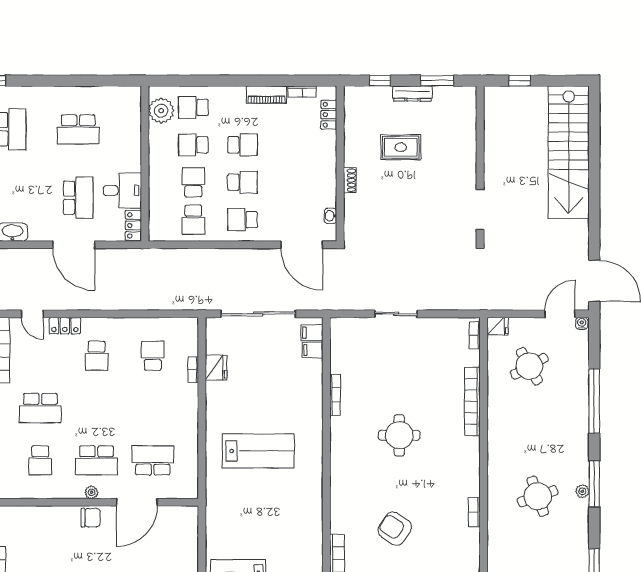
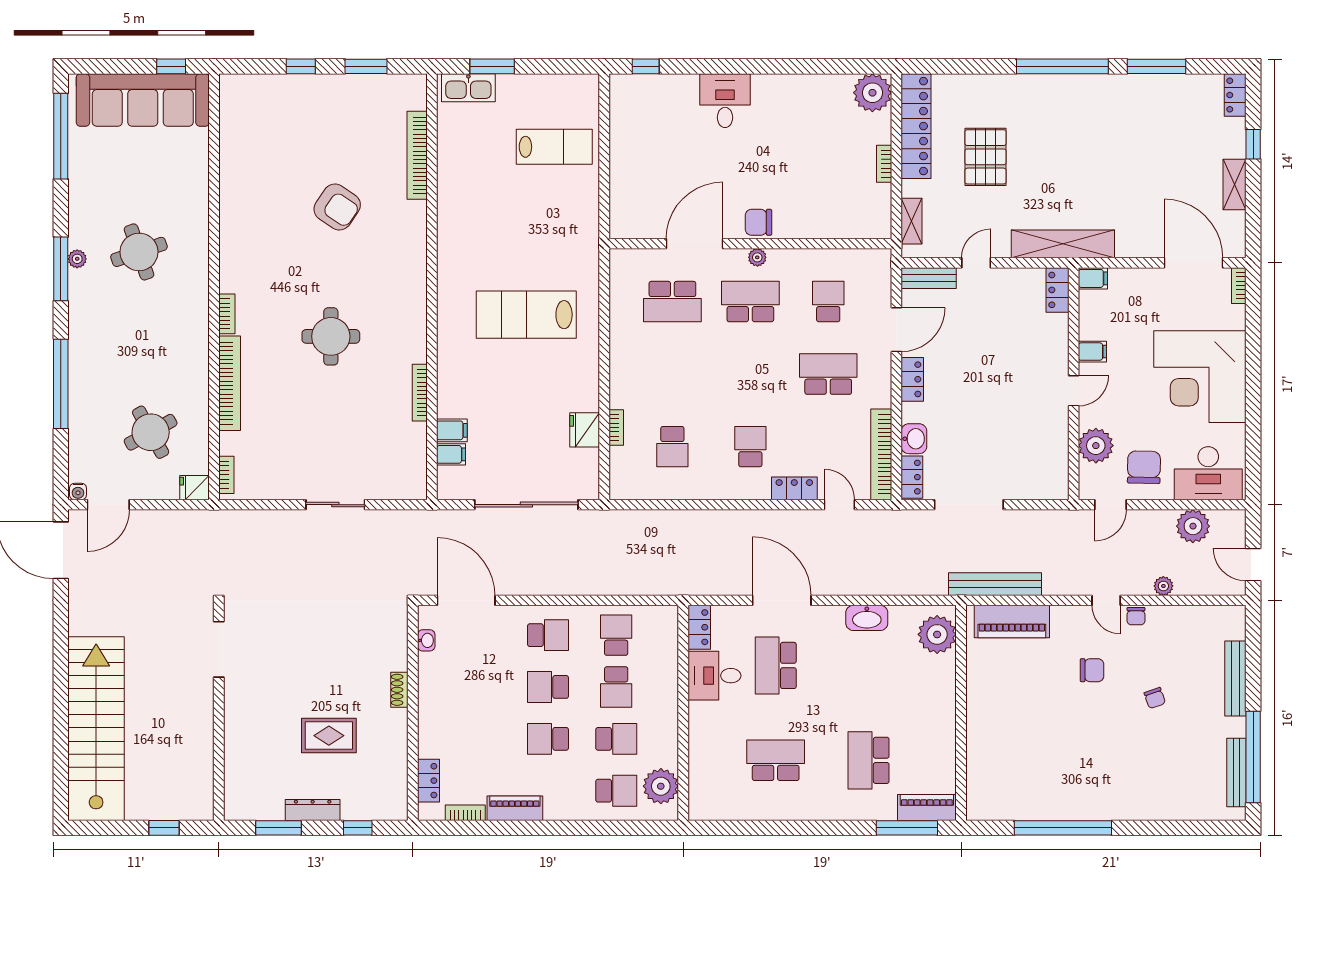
filing cabinet: (312, 333) -> (452, 430), moved
bookcase: (474, 512) -> (227, 314), moved

